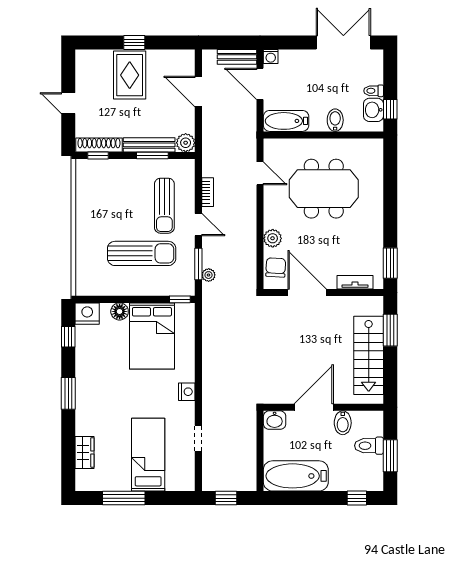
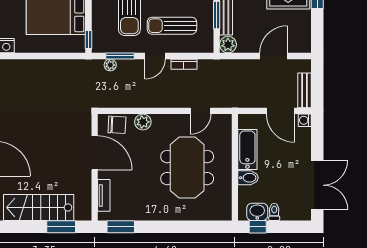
door: (260, 84) -> (280, 111), swing flipped
bathtub: (286, 121) -> (247, 149), moved
door: (307, 293) -> (95, 153), hinge flipped

